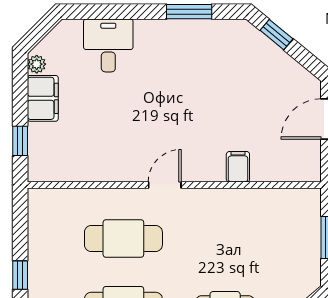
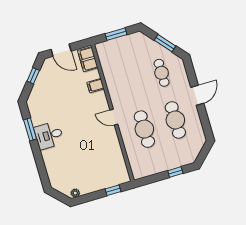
window: (276, 35) -> (33, 76), moved
desk: (108, 45) -> (49, 135), moved
filing cabinet: (43, 98) -> (88, 59), moved, turned -90

